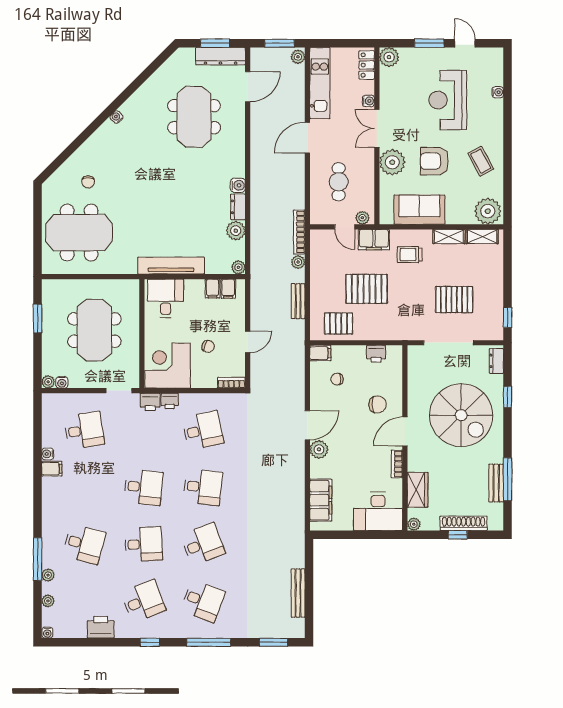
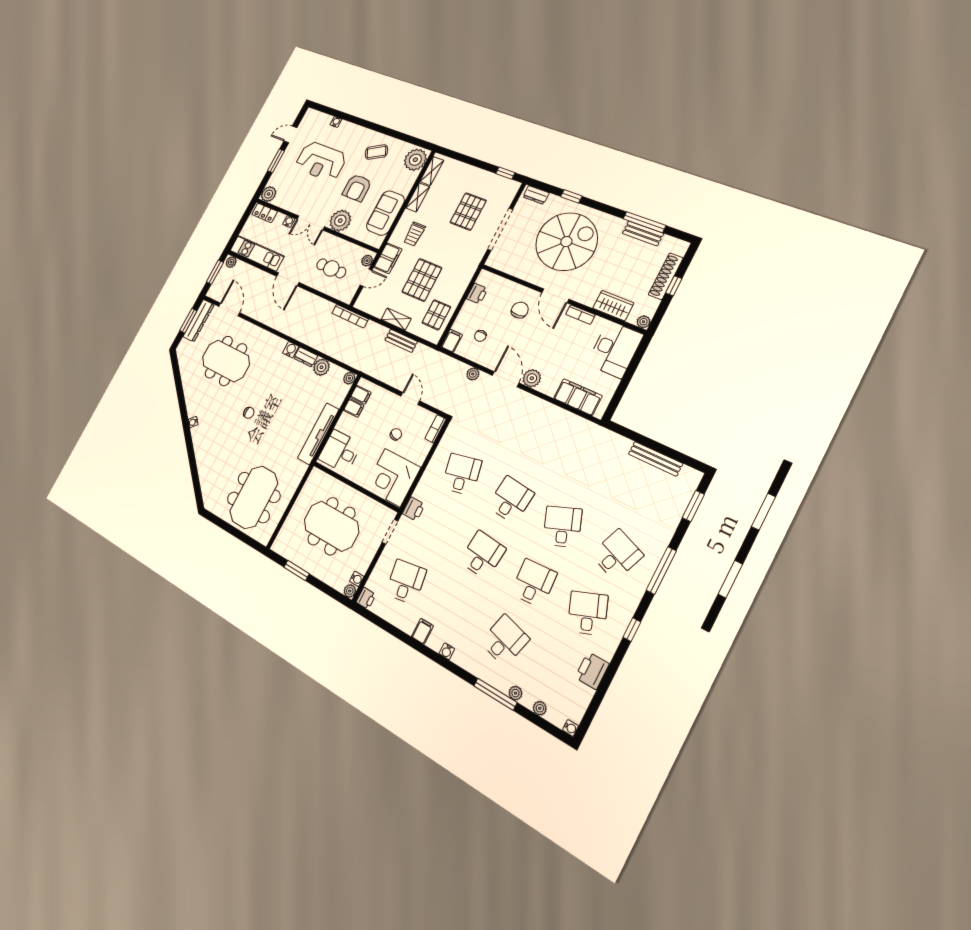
chair: (88, 182) -> (249, 413), moved
plant: (298, 262) -> (473, 374), moved
shelving: (317, 284) -> (396, 319), added
printer: (170, 401) -> (366, 598), moved
water cooler: (48, 454) -> (447, 651), moved

